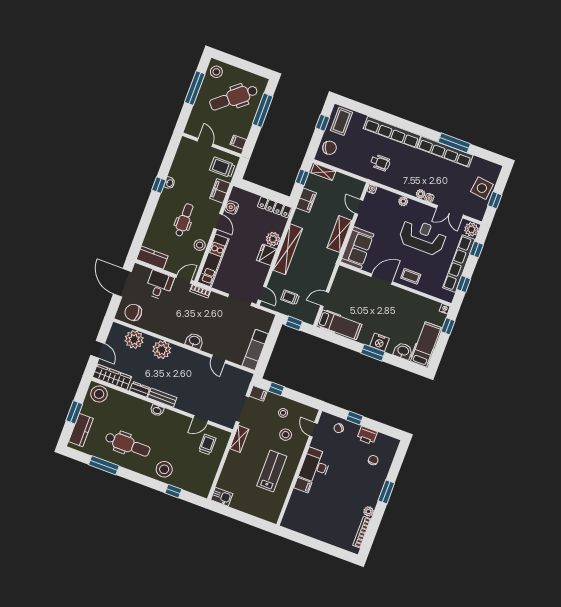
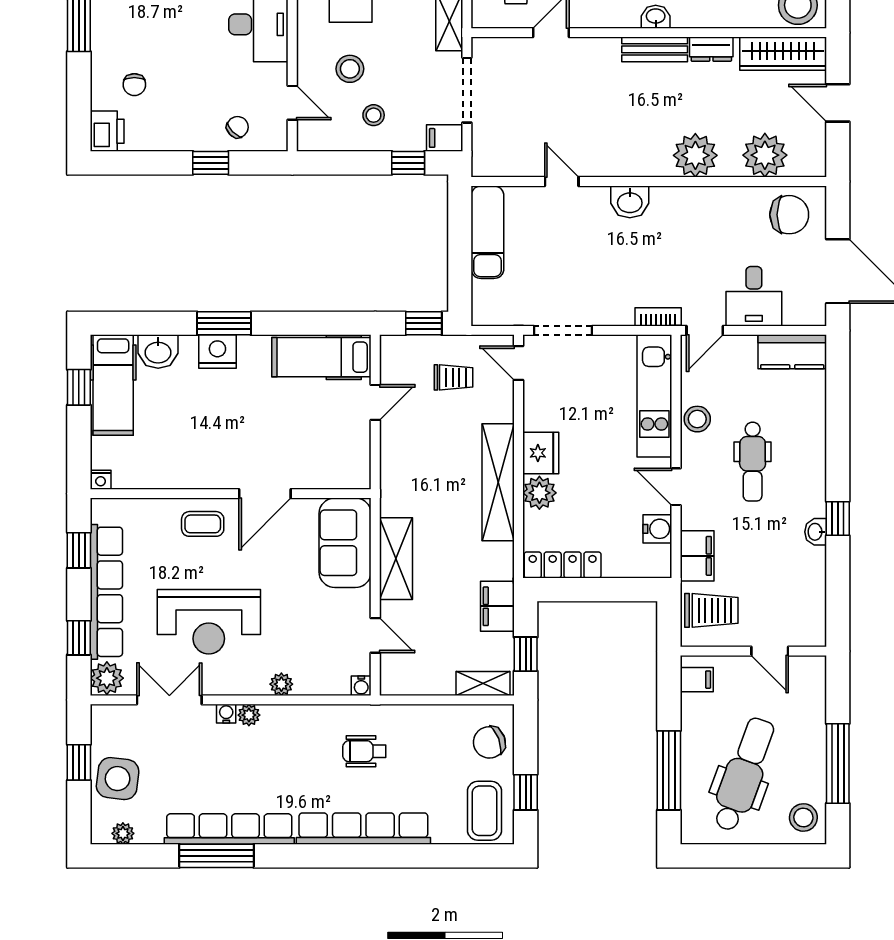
dental chair: (234, 98) -> (744, 774), turned -30
plant: (488, 166) -> (123, 833), added
window: (448, 326) -> (79, 387), moved
printer: (367, 435) -> (107, 131), moved, turned 90

